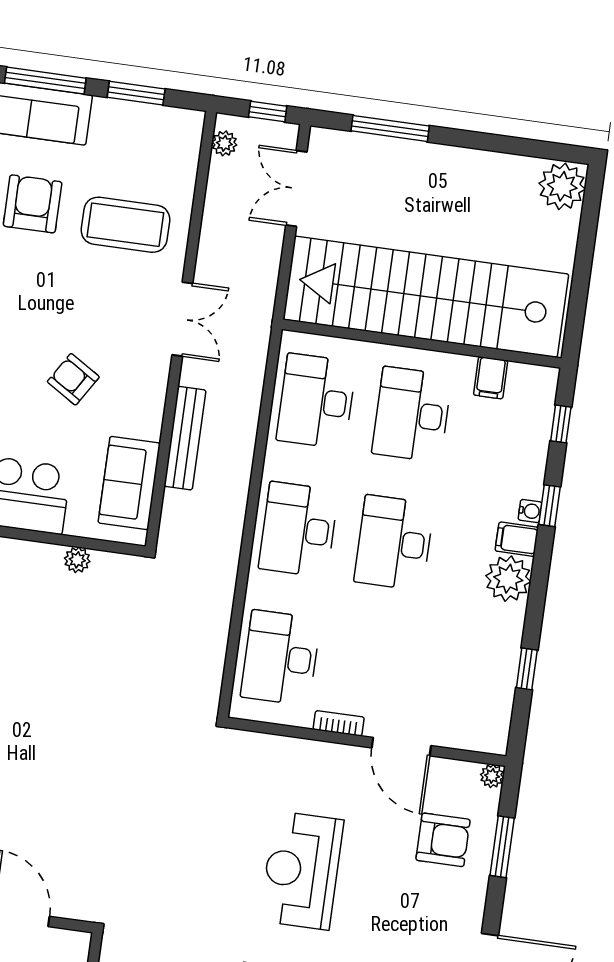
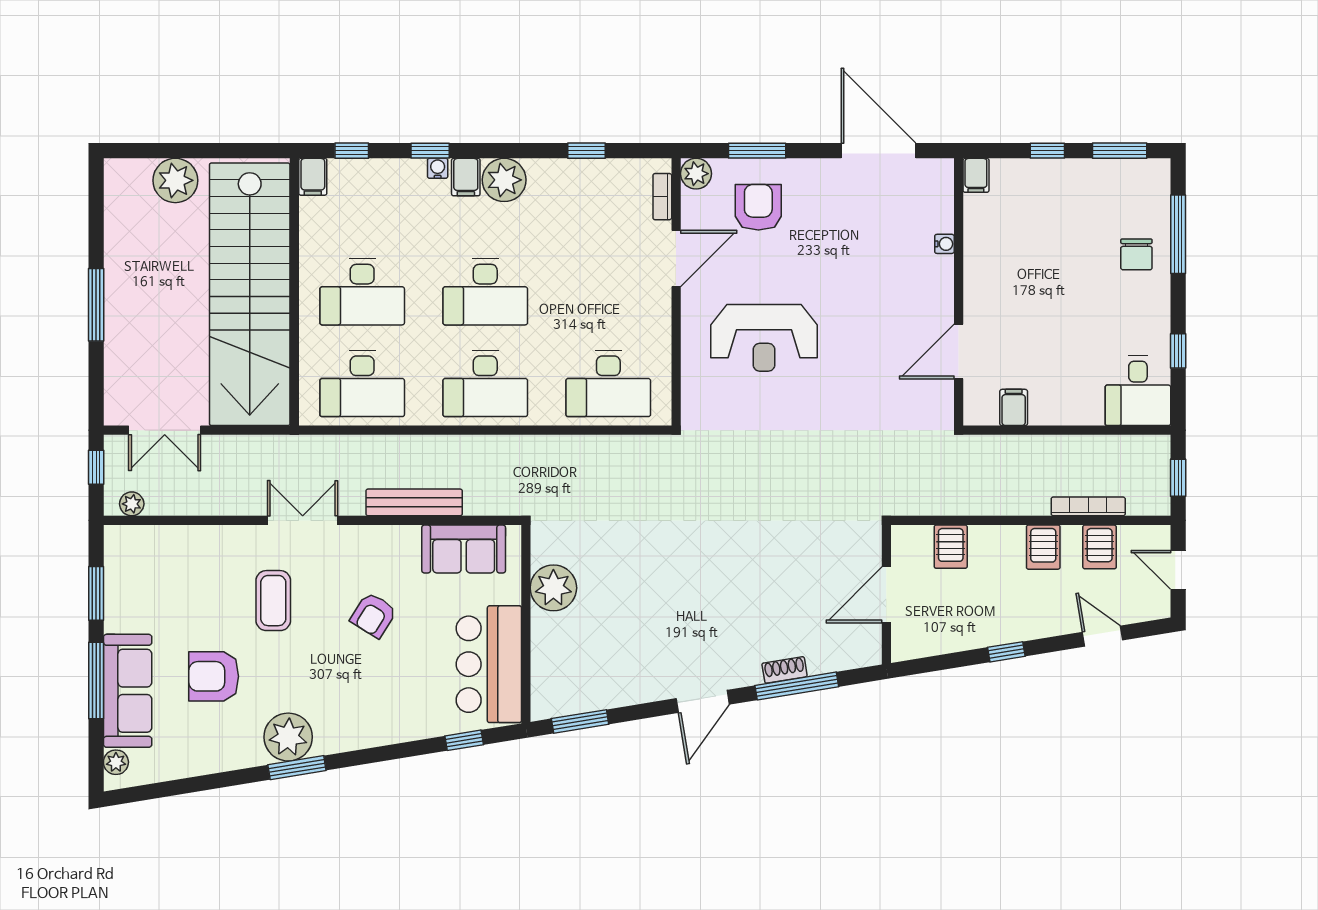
window: (390, 128) -> (96, 305), moved
plant: (562, 186) -> (175, 180), moved
coffee table: (125, 225) -> (273, 601), moved, width x0.73, depth x0.76
filing cabinet: (491, 378) -> (313, 177), moved, turned 90
plant: (77, 560) -> (553, 588), width x1.87, depth x1.87
bookcase: (339, 723) -> (662, 197), moved
plant: (492, 776) -> (696, 174), width x1.38, depth x1.38
reception desk: (302, 870) -> (764, 338), moved

